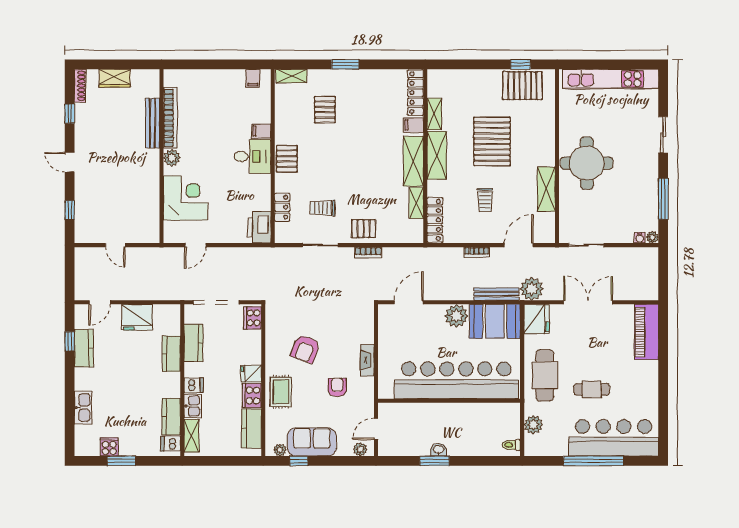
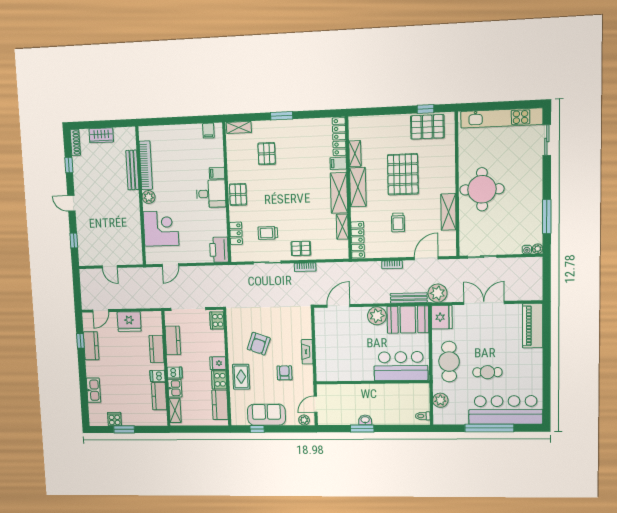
sliding door: (663, 135) -> (547, 140), moved
bar counter: (456, 380) -> (401, 366), width x0.54
dishwasher: (171, 444) -> (157, 376), moved
plant: (280, 450) -> (242, 421), removed

